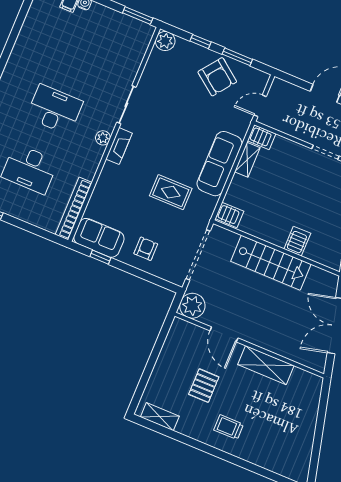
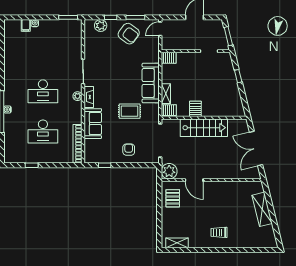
plant: (165, 41) -> (101, 26), moved
door: (260, 106) -> (160, 29), moved
desk: (55, 109) -> (43, 91), turned 180
shelving: (247, 160) -> (166, 94), moved
sofa: (99, 238) -> (93, 124), moved, turned 90
server rack: (297, 241) -> (195, 109), moved
shelving: (266, 365) -> (262, 209), moved, turned 76
pallet: (204, 386) -> (173, 198), moved

